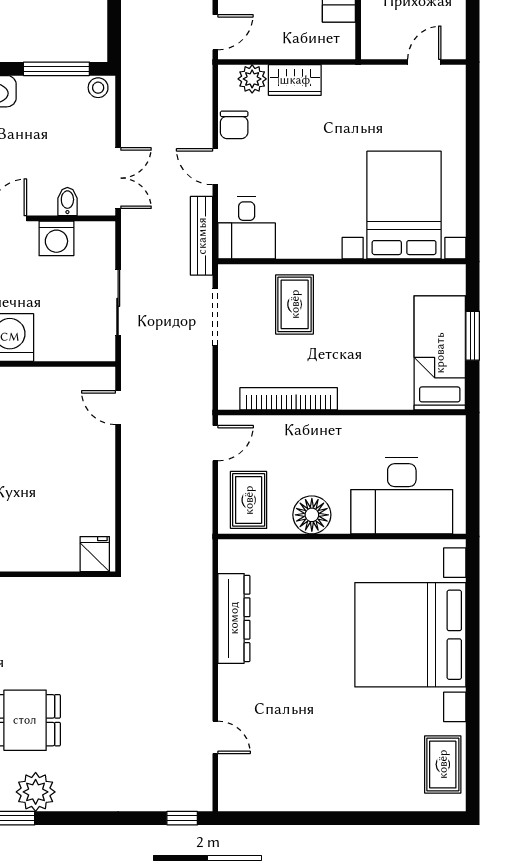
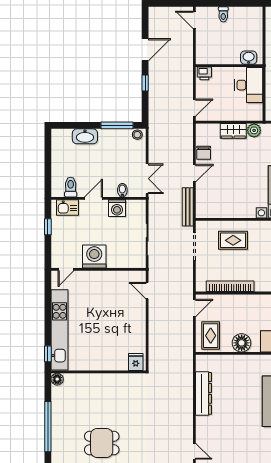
plant: (252, 79) -> (254, 130), moved
door: (215, 167) -> (194, 173), swing flipped
desk: (247, 228) -> (210, 203), removed
rug: (295, 304) -> (233, 240), turned 90

